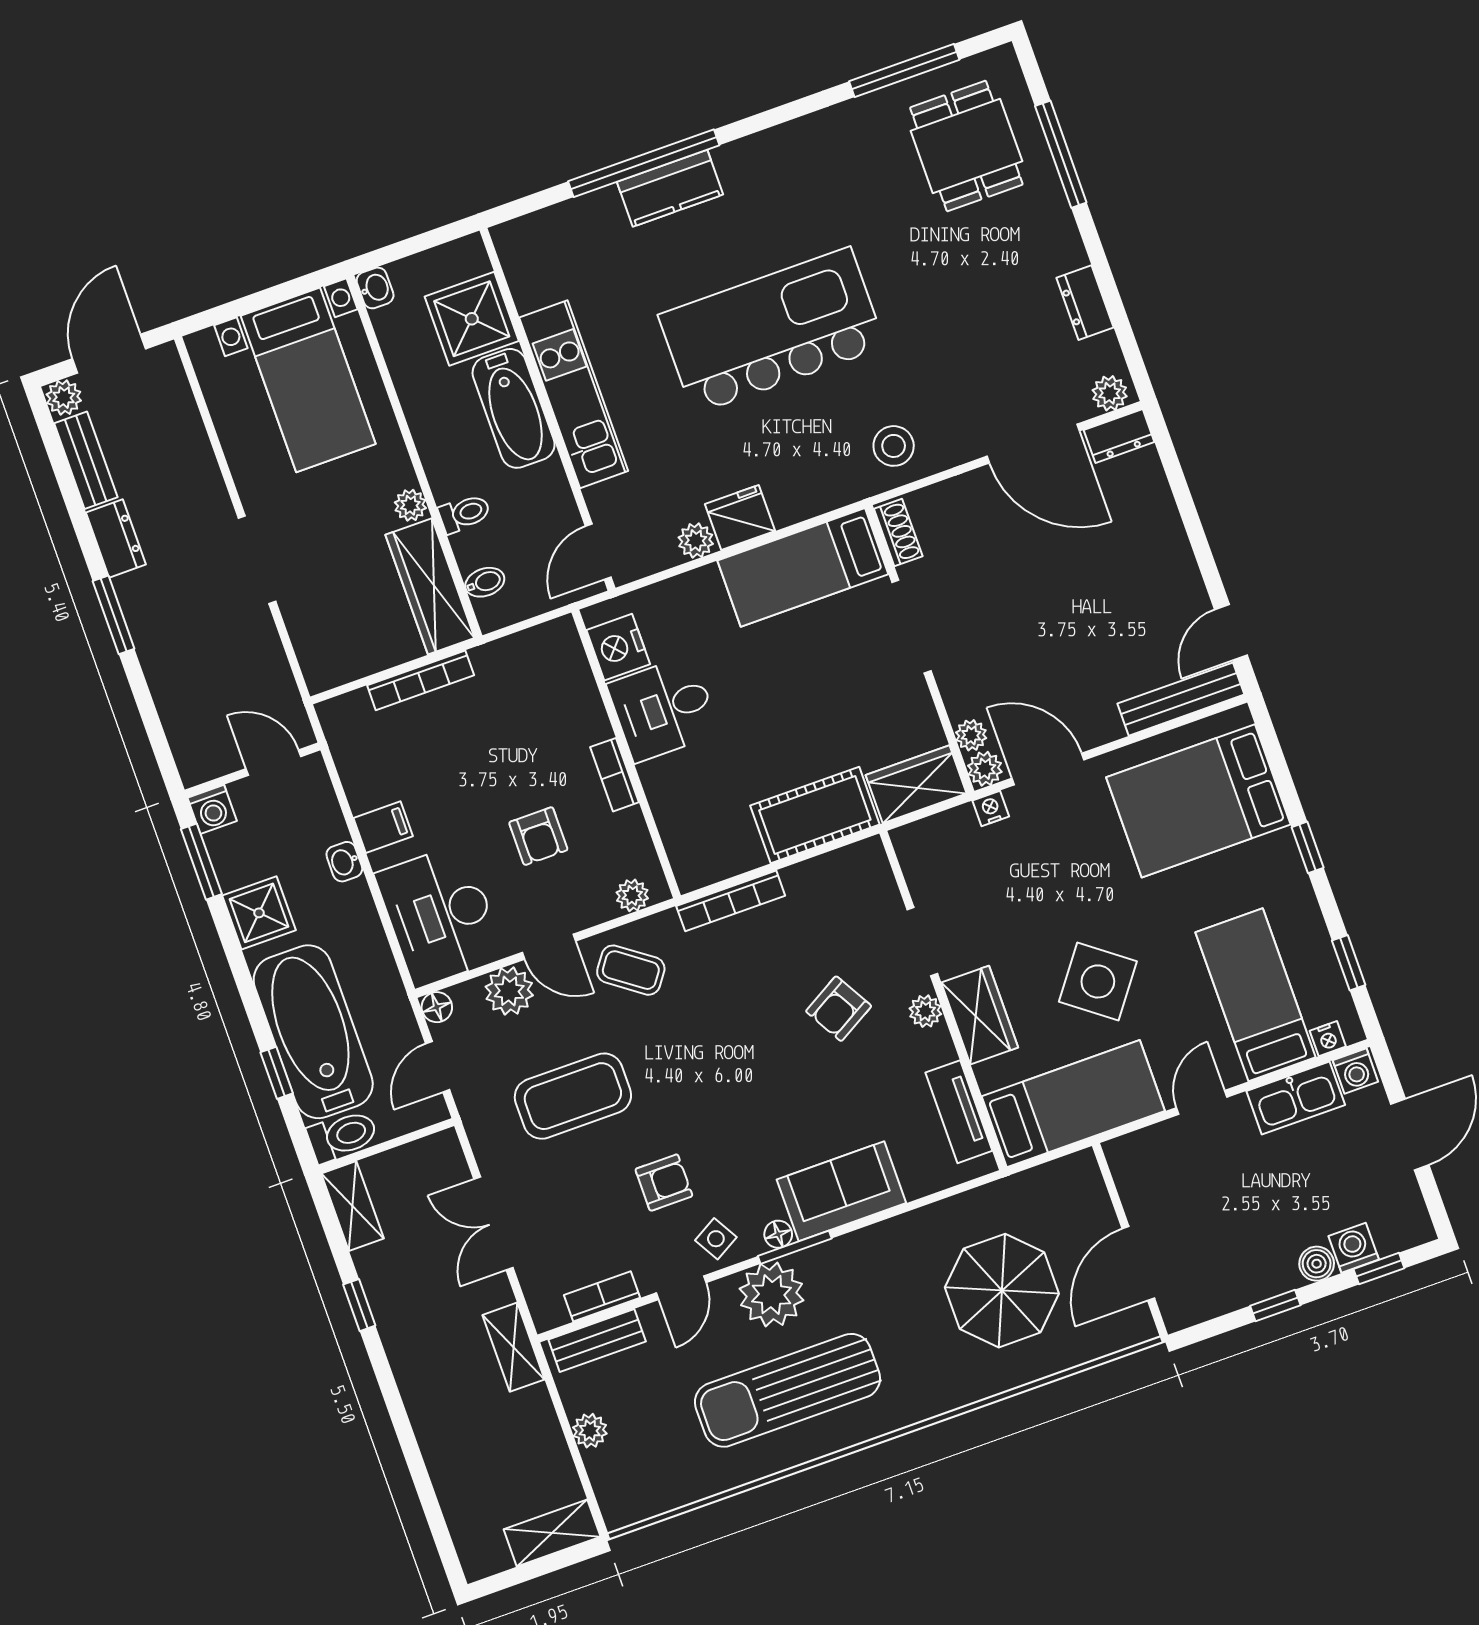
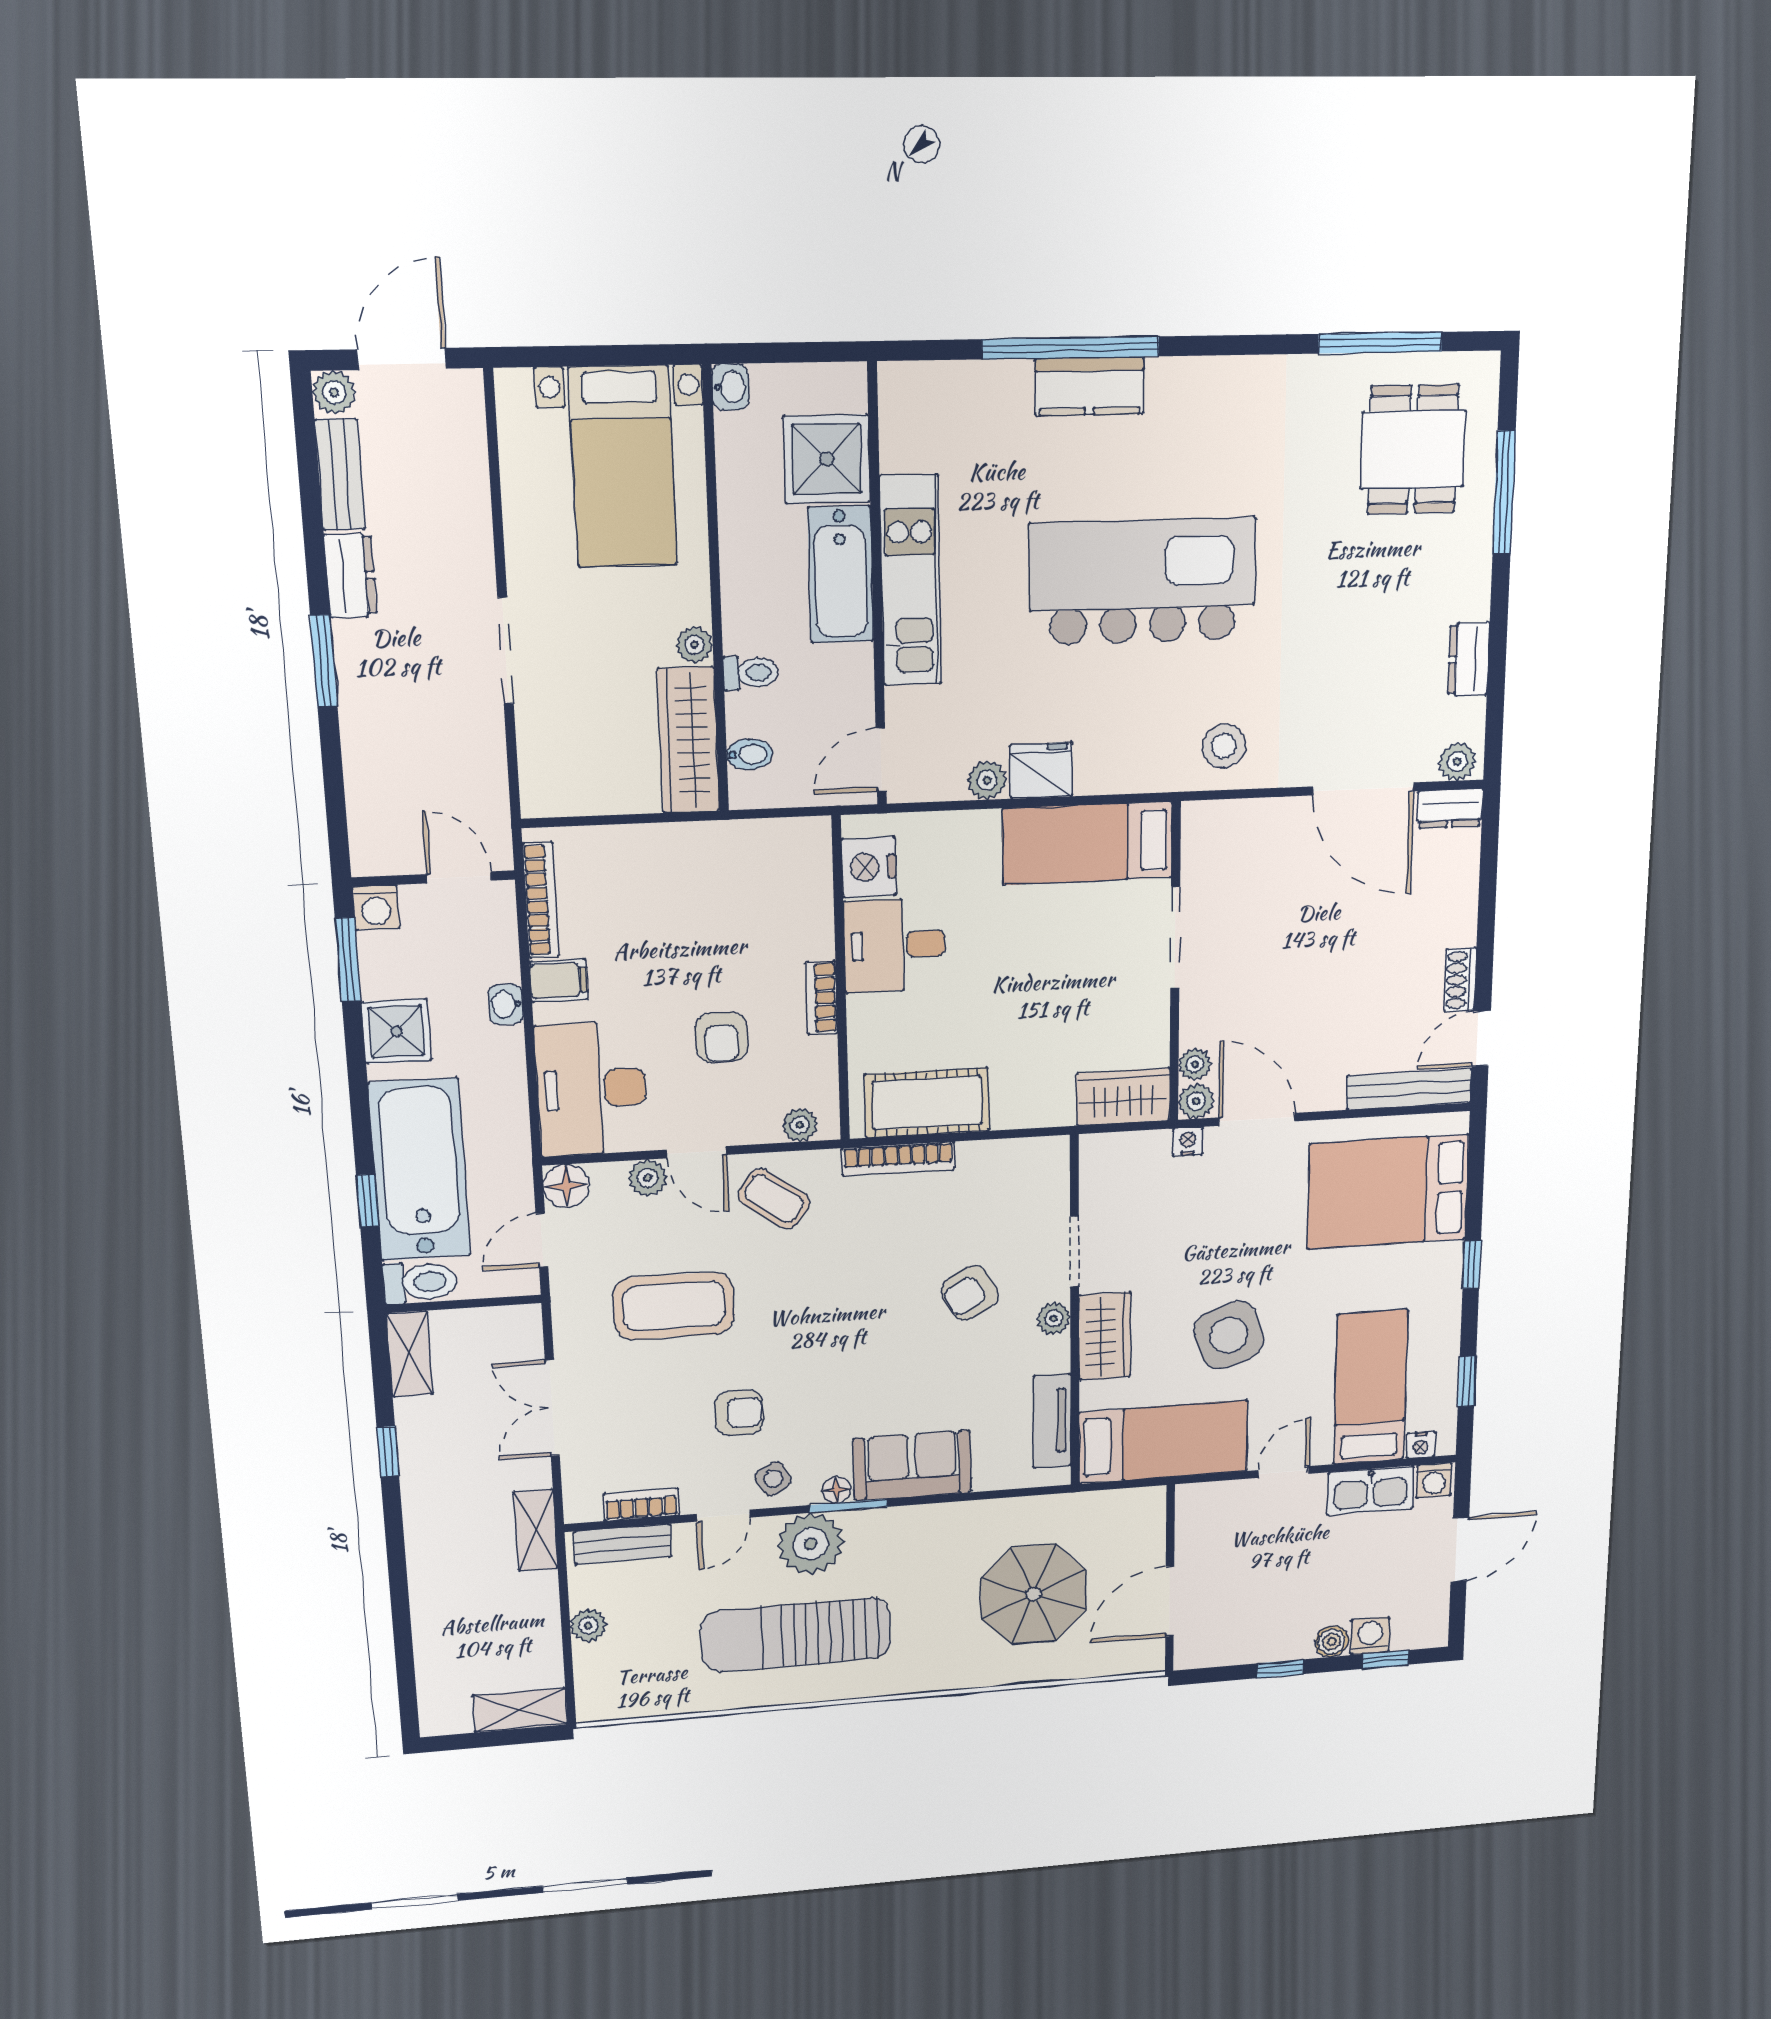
shoe rack: (898, 533) -> (1460, 980), moved, turned 180
bookcase: (421, 680) -> (541, 900), moved, turned -90
cot: (815, 815) -> (927, 1103), moved
side table: (1098, 981) -> (1229, 1335), turned 34
plant: (509, 991) -> (648, 1178), width x0.73, depth x0.73
floor lamp: (437, 1007) -> (566, 1186), width x1.37, depth x1.37

